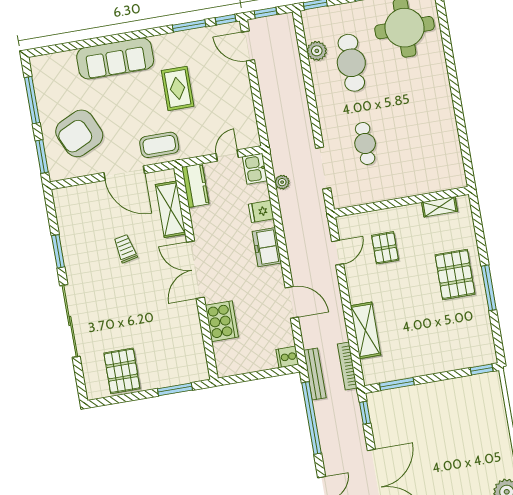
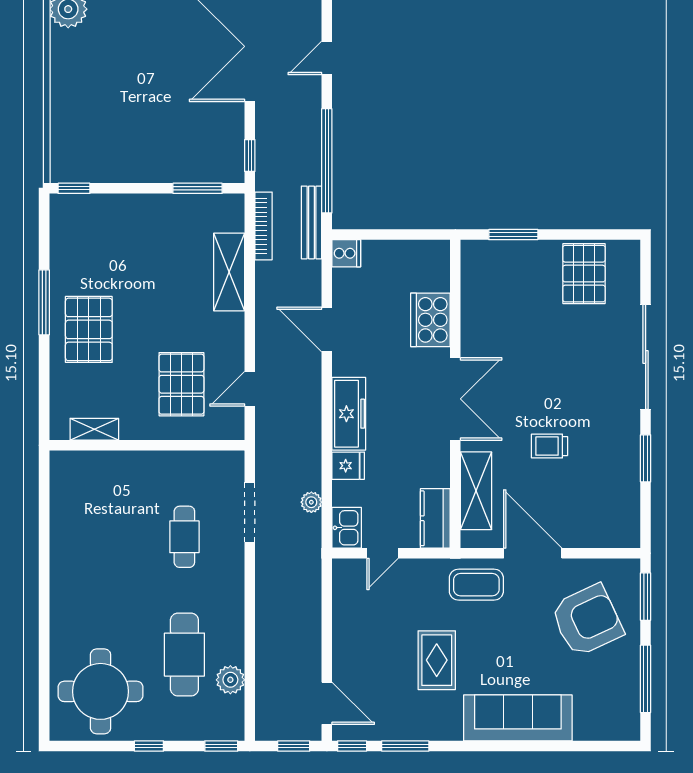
freezer: (267, 247) -> (349, 414), width x1.40
pallet: (385, 248) -> (181, 384), width x1.50, depth x1.42
trolley: (125, 249) -> (549, 446), turned 102

